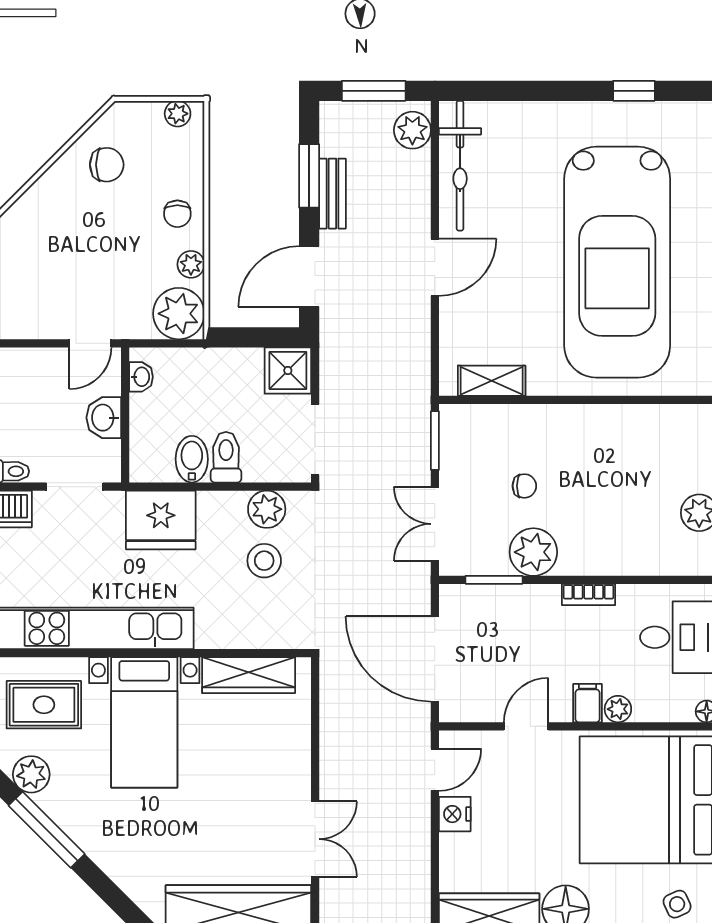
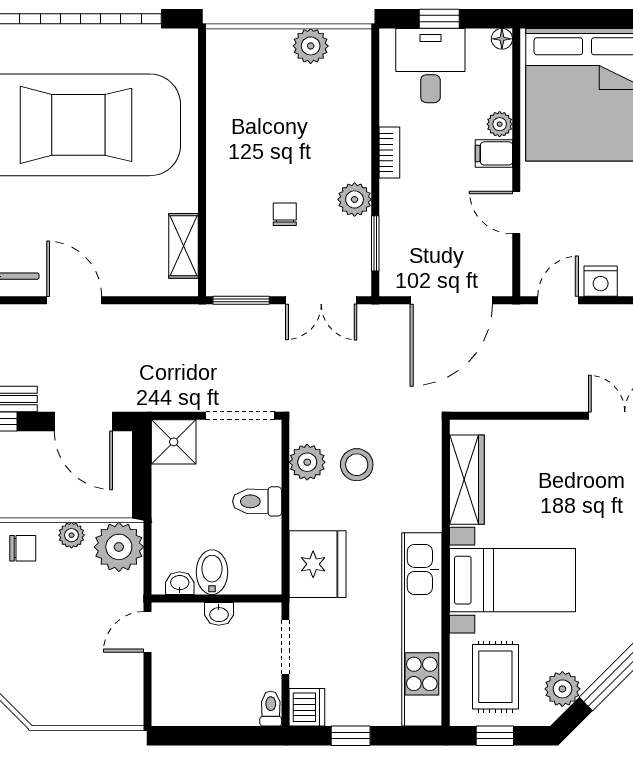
door: (90, 343) -> (147, 632), swing flipped
washbasin: (104, 418) -> (219, 614), width x0.72, depth x0.69
bidet: (192, 459) -> (212, 572), moved, turned 90
plant: (533, 552) -> (355, 199), width x0.73, depth x0.73
door: (435, 770) -> (558, 300), hinge flipped

